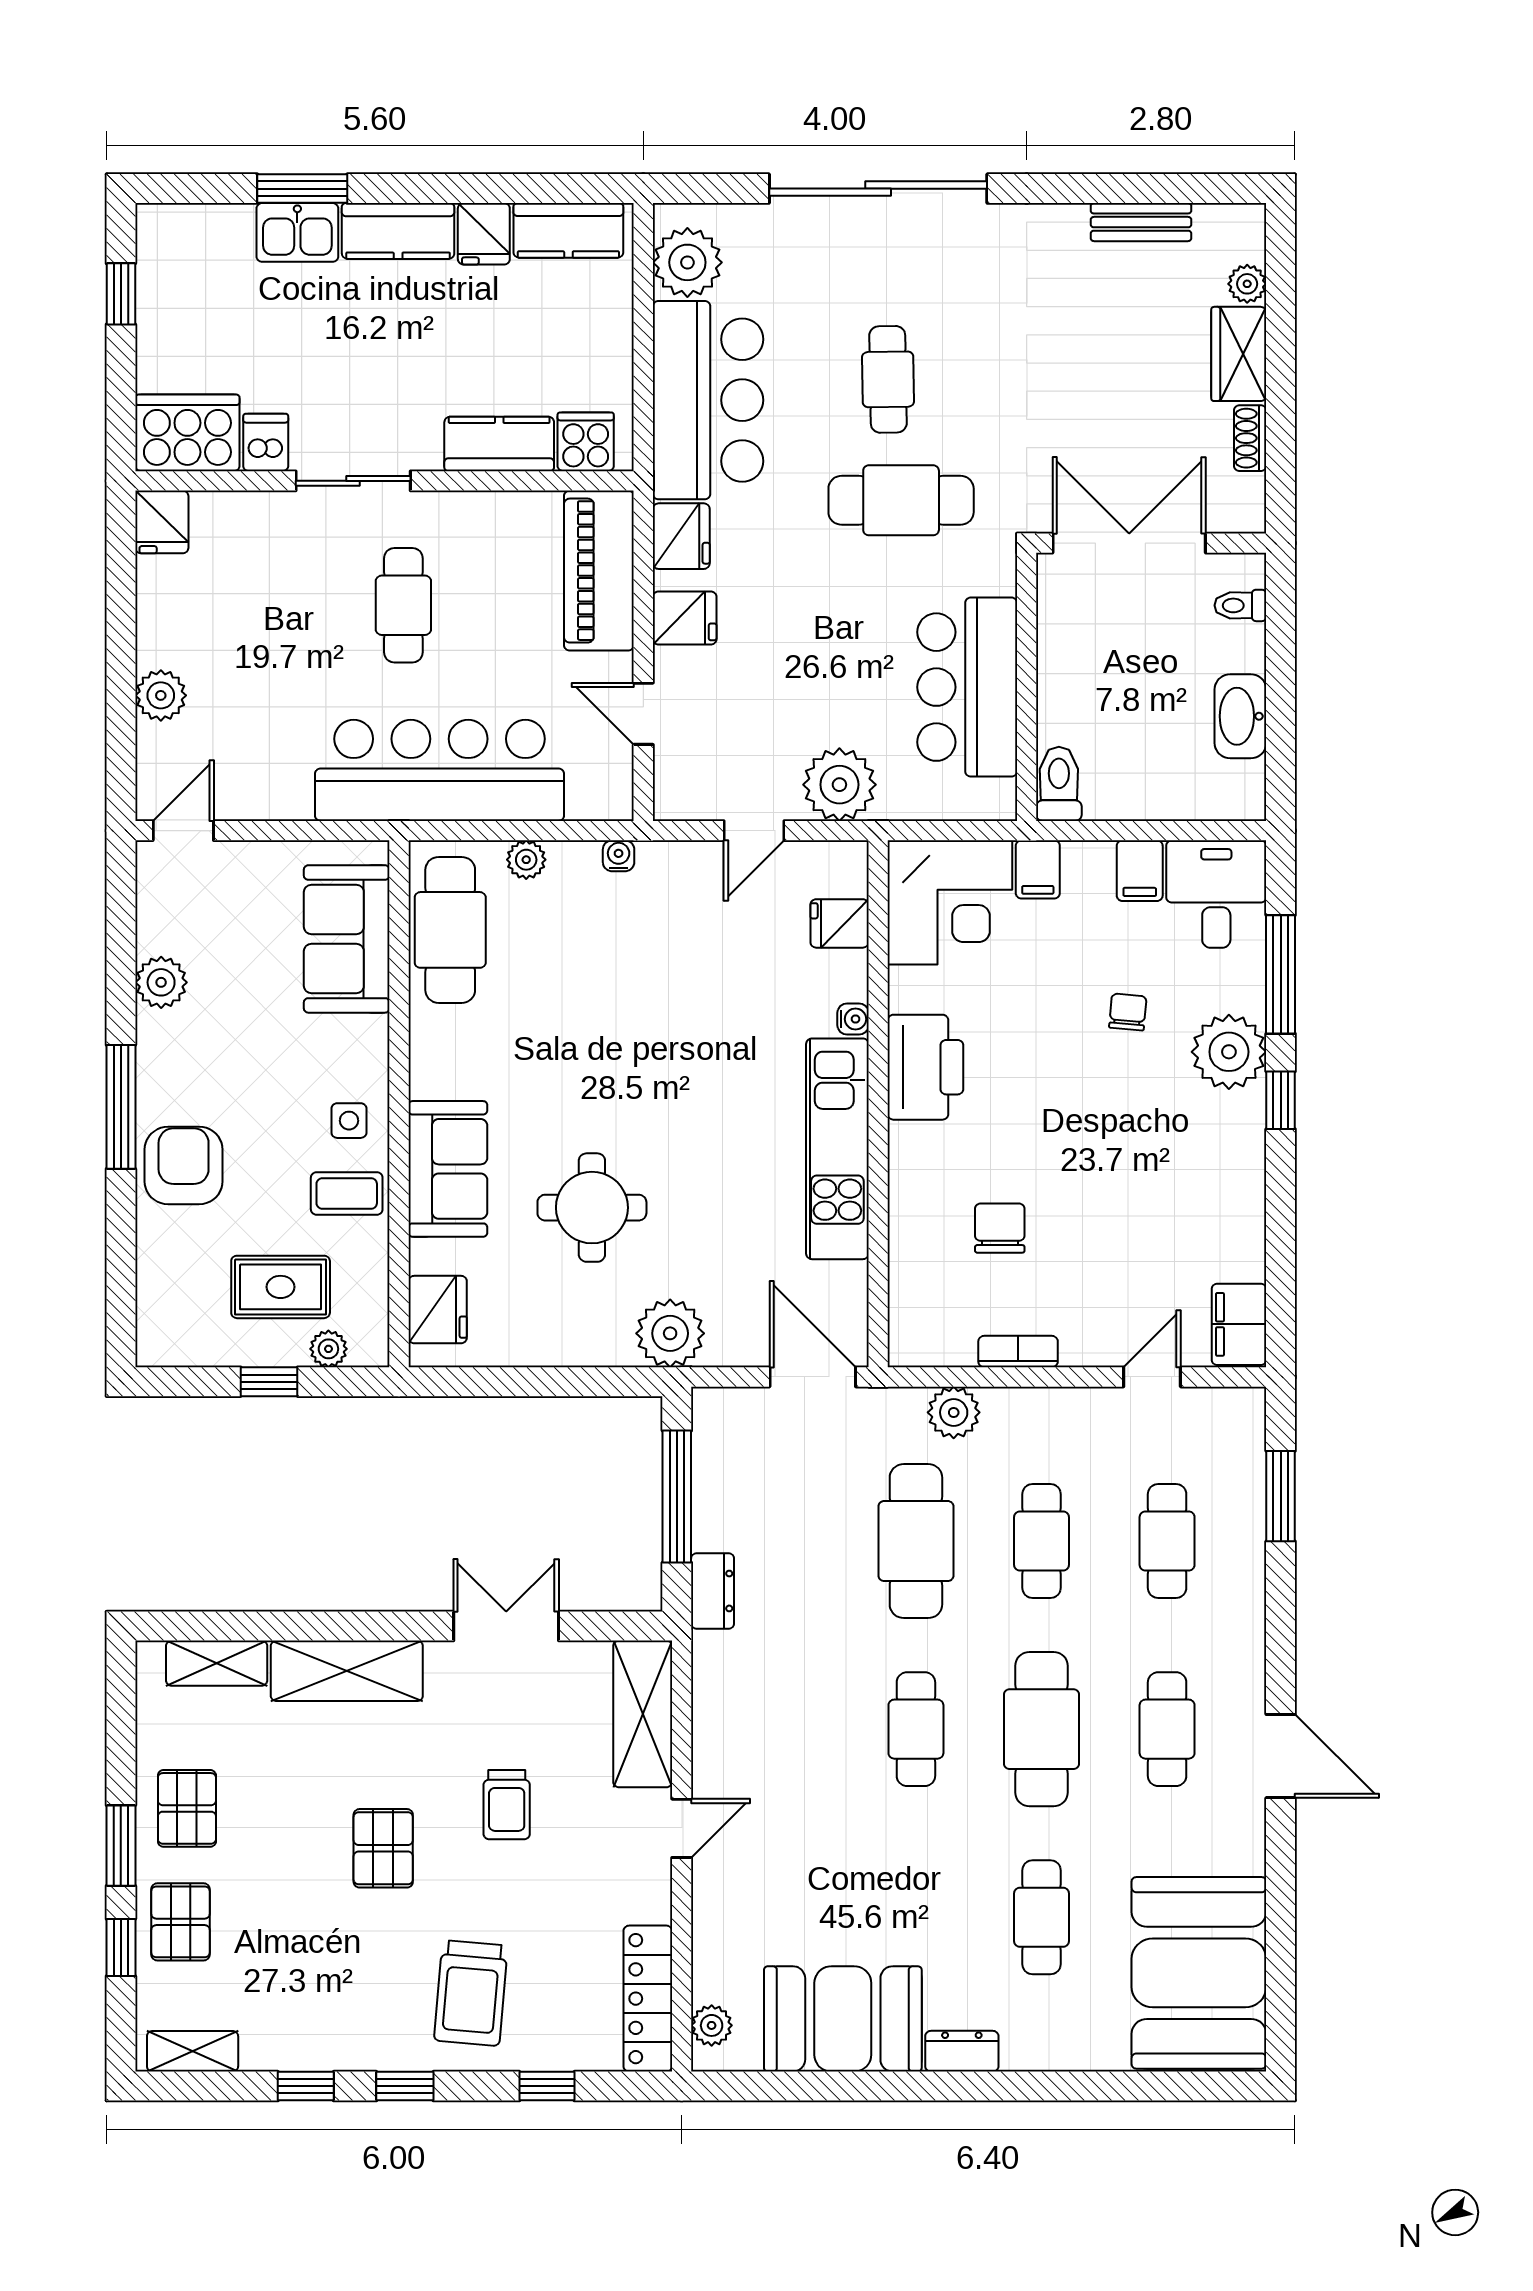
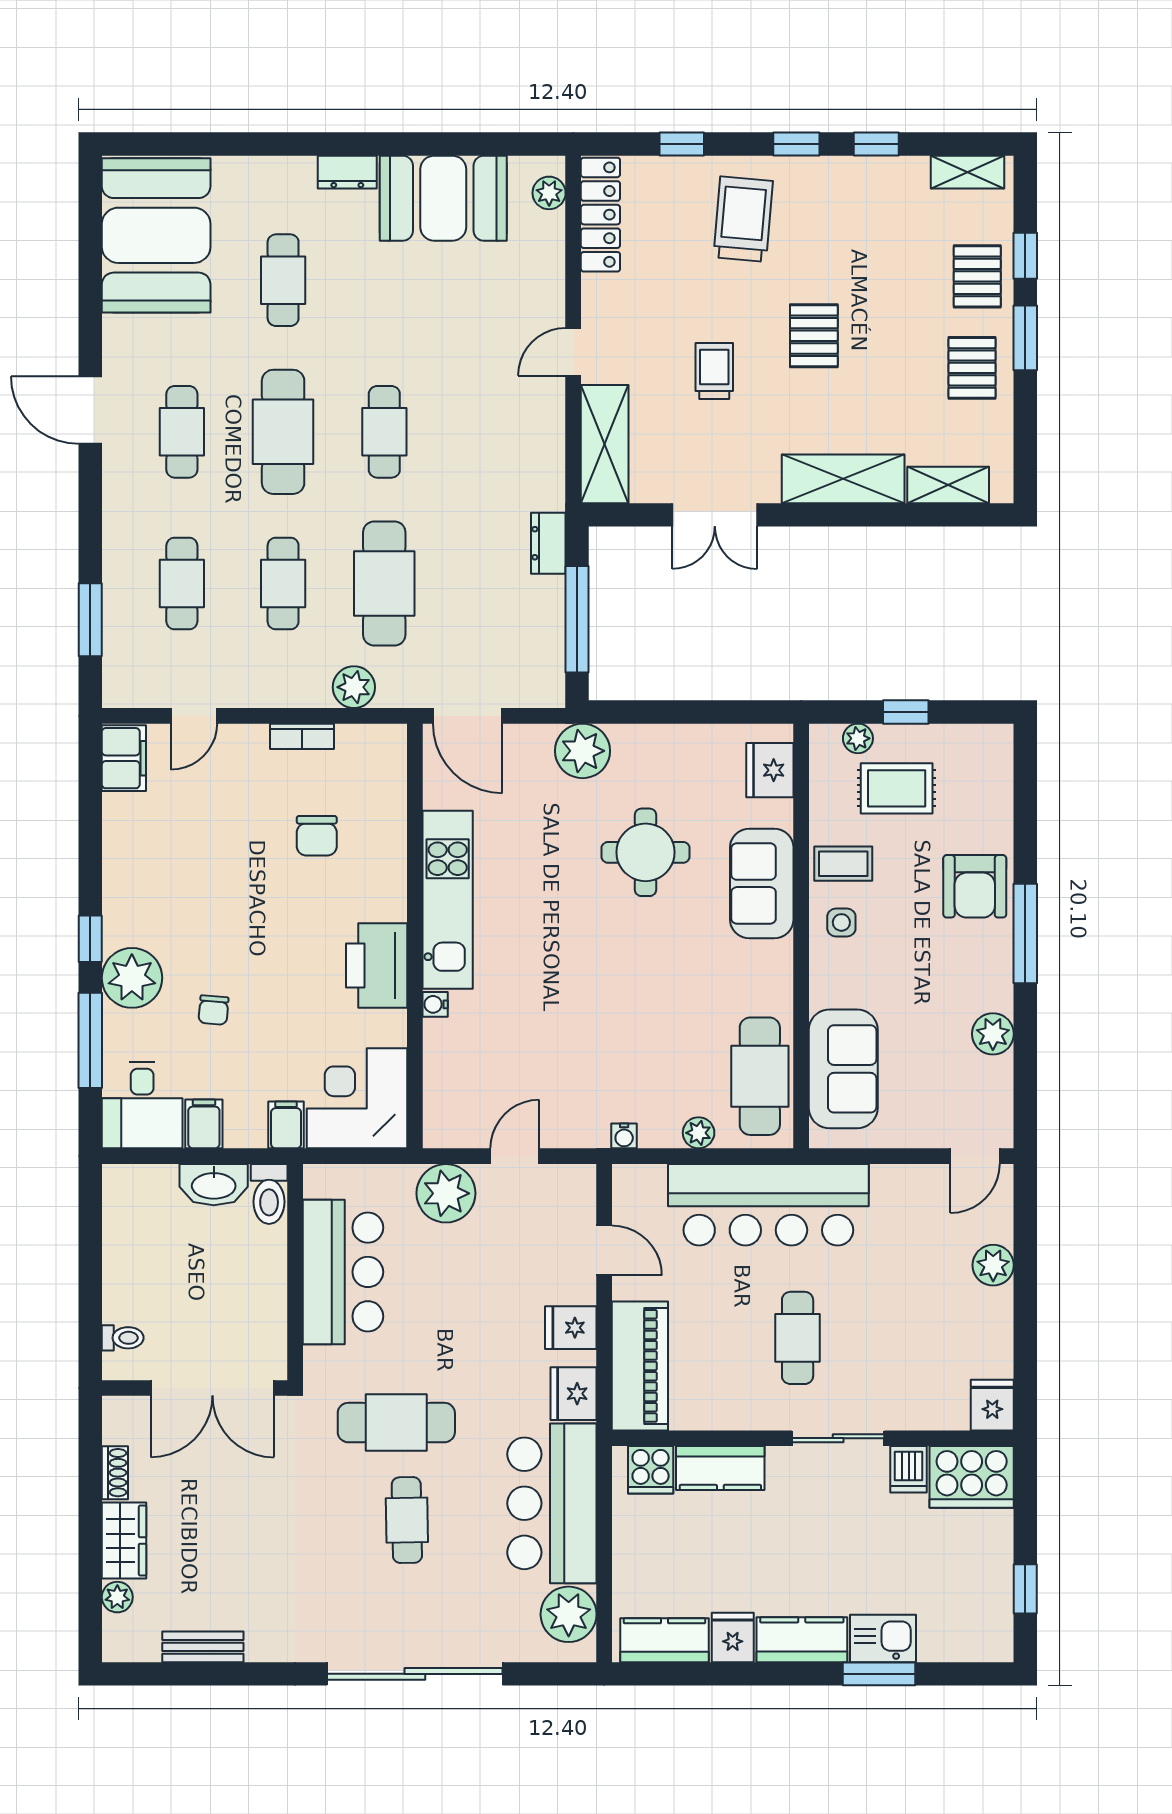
washbasin: (1240, 716) -> (214, 1185), moved, turned 90
fridge: (840, 923) -> (446, 1081), removed

